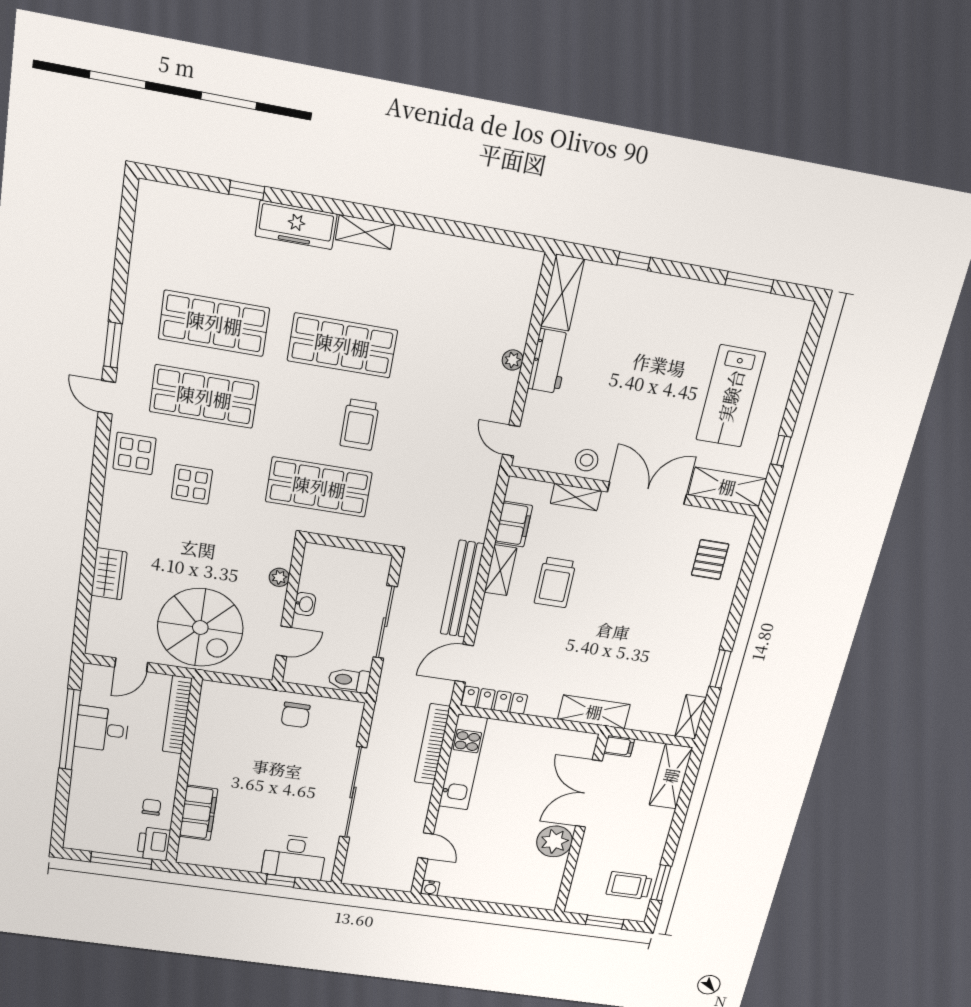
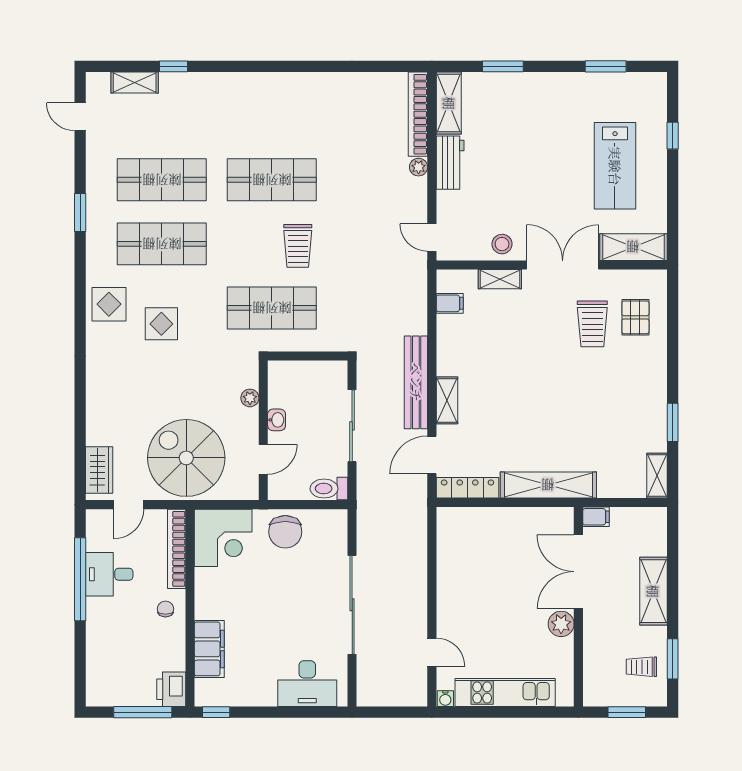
freezer: (296, 225) -> (218, 87), removed
shelving: (365, 232) -> (135, 83), moved
window: (634, 261) -> (503, 66), width x1.50
door: (107, 397) -> (80, 117), moved
window: (781, 451) -> (673, 136), moved
filing cabinet: (514, 524) -> (450, 303), width x0.50
shelving: (500, 570) -> (447, 400), moved
wardrobe: (109, 574) -> (99, 470), moved
trolley: (555, 582) -> (592, 324), moved
spiral stairs: (200, 628) -> (186, 458), turned 180
corner desk: (229, 711) -> (223, 538), added
shelving: (594, 712) -> (548, 485), width x1.47
chair: (296, 715) -> (285, 532), width x1.37, depth x1.37
bookcase: (432, 744) -> (418, 114), moved
kitchen unit: (463, 762) -> (505, 693), moved, turned -90
shelving: (671, 776) -> (653, 591), moved
chair: (151, 807) -> (165, 609), moved
plant: (554, 841) -> (561, 624), width x0.73, depth x0.73
window: (281, 881) -> (216, 712), moved
trolley: (629, 885) -> (641, 667), width x0.73, depth x0.72

